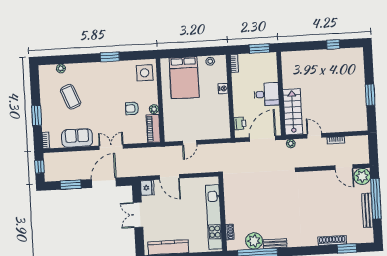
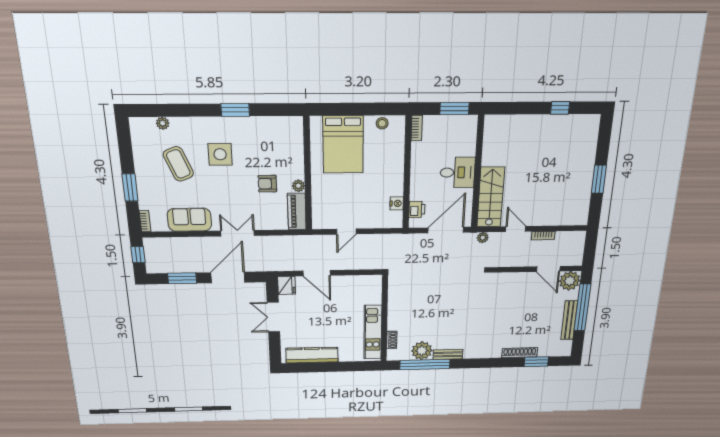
side table: (145, 73) -> (220, 154), moved
nightstand: (223, 89) -> (397, 203), moved
kitchen unit: (214, 217) -> (373, 332), width x0.73

